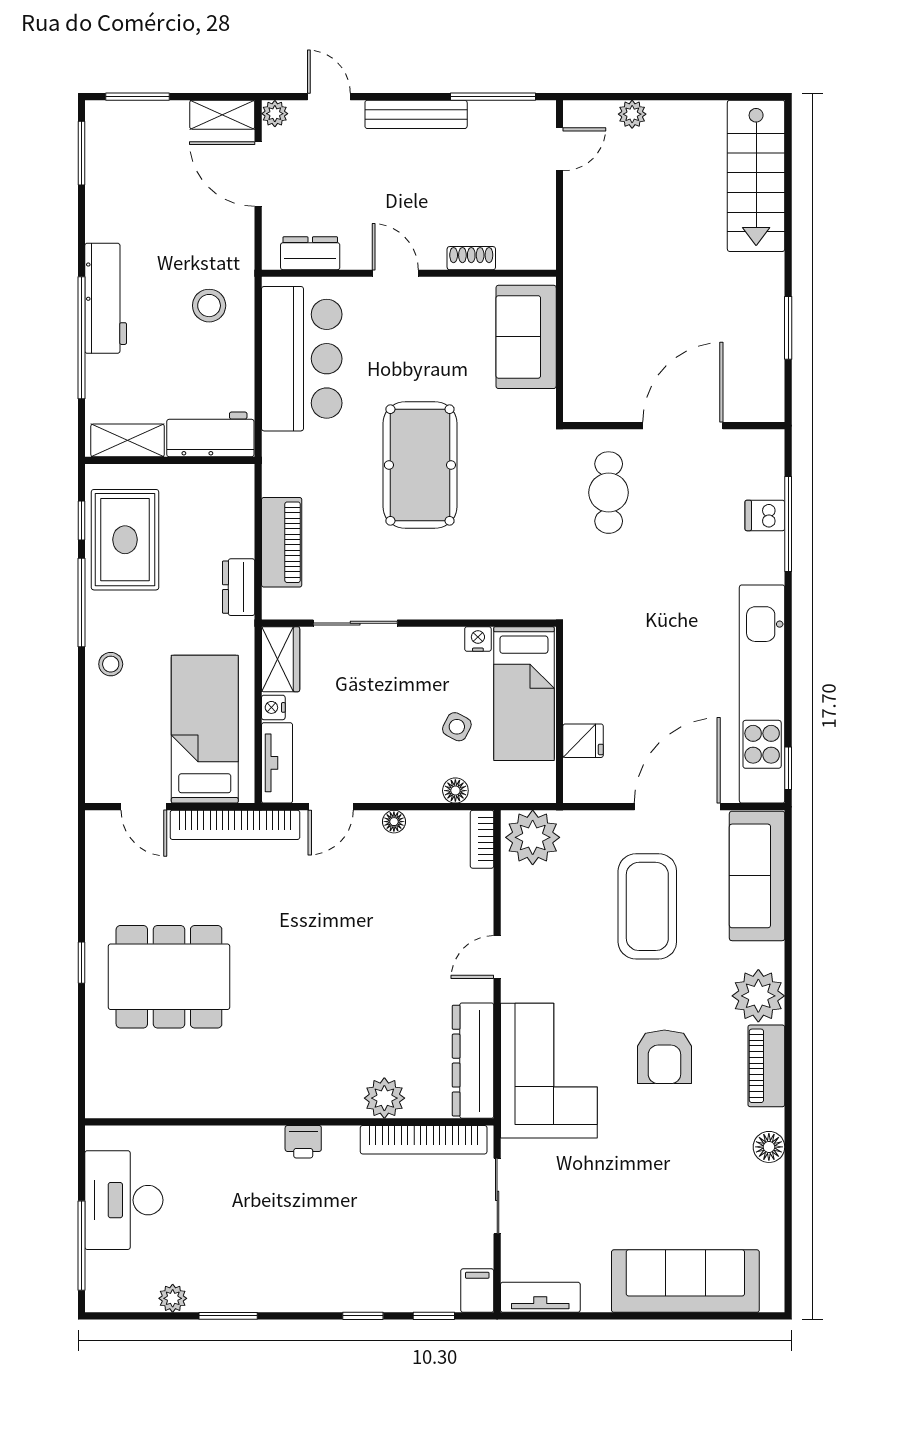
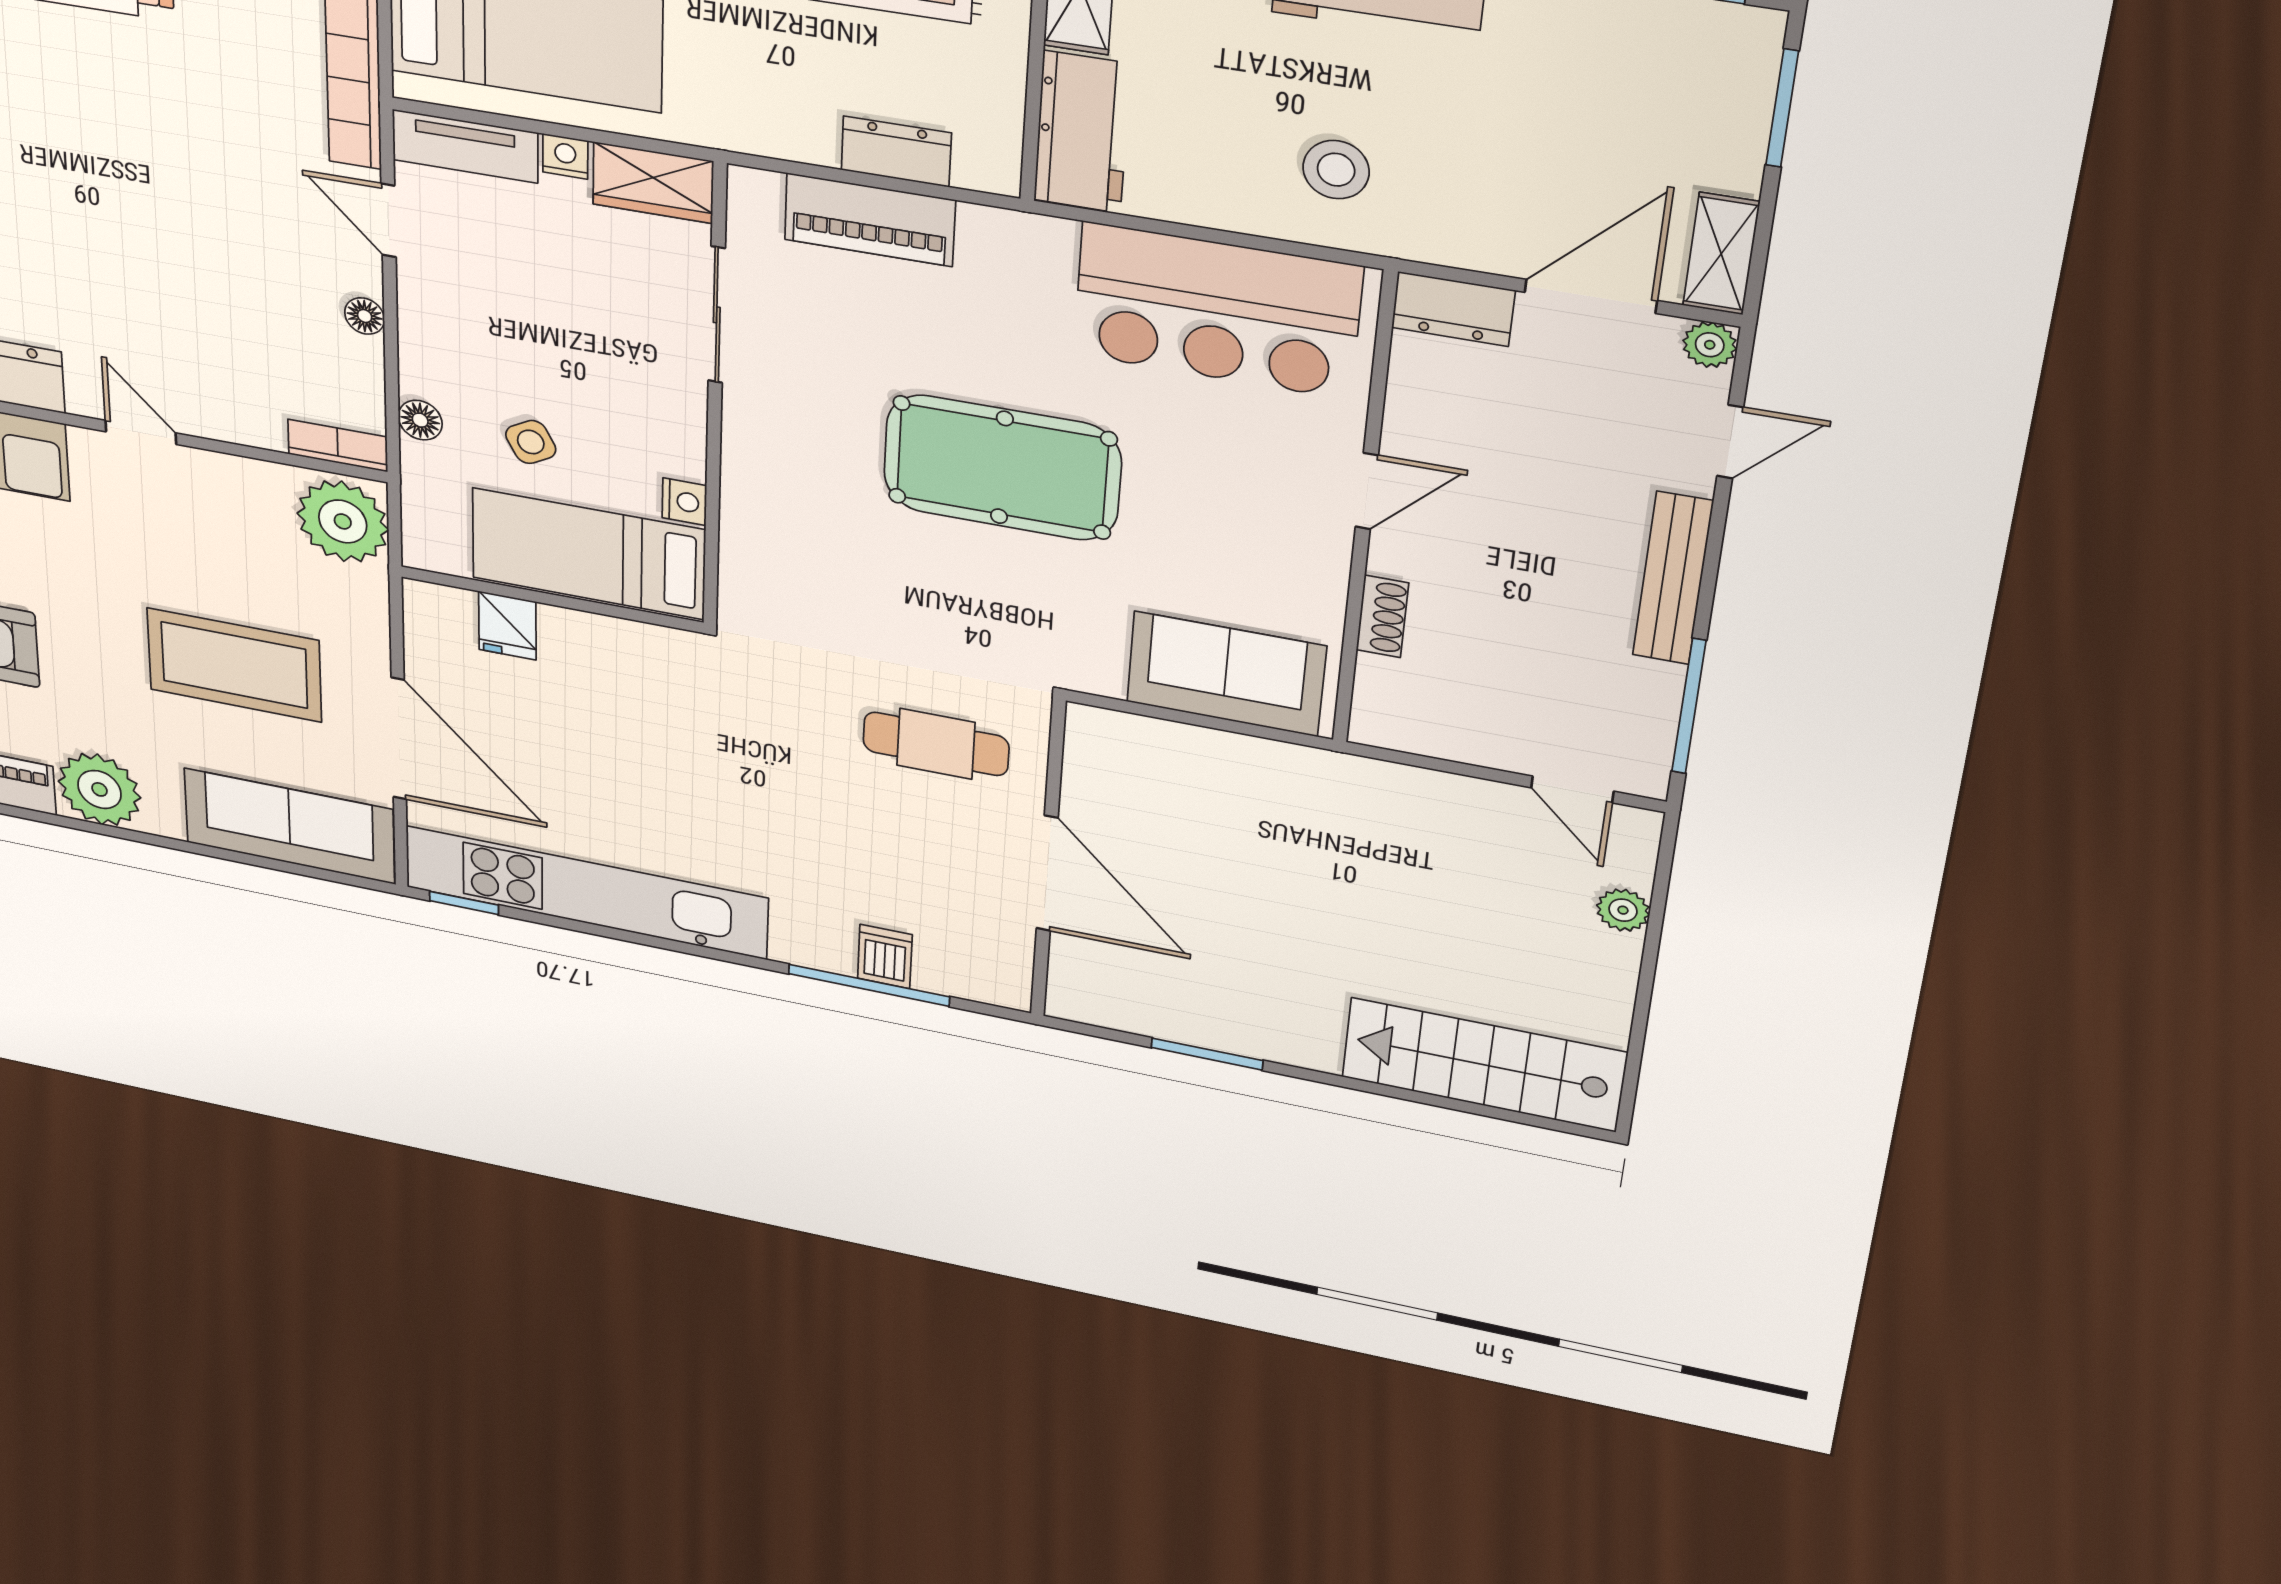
dresser: (310, 253) -> (1453, 309), moved, turned 90
dresser: (239, 587) -> (896, 151), moved
side table: (457, 727) -> (531, 442), turned 34

